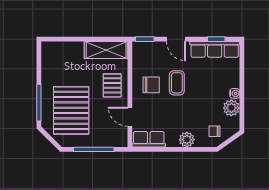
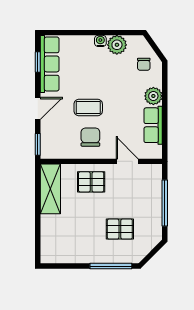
pallet: (71, 110) -> (120, 229), width x0.49, depth x0.50
door: (130, 117) -> (127, 161), swing flipped
row of seats: (149, 139) -> (153, 125), moved

